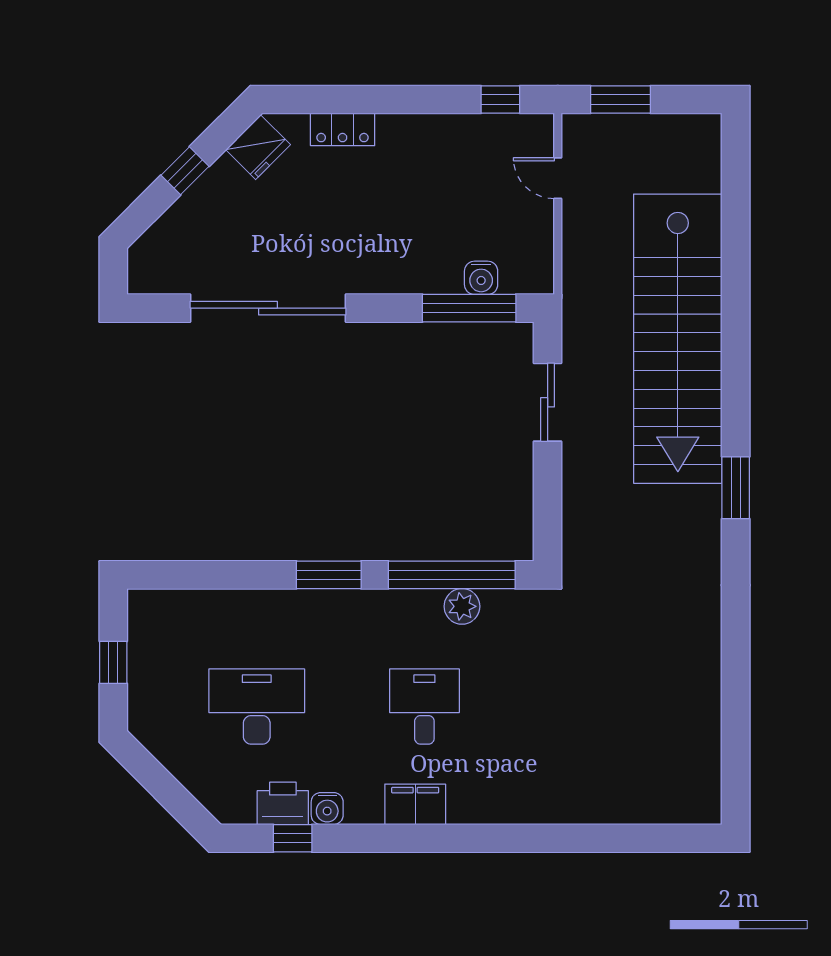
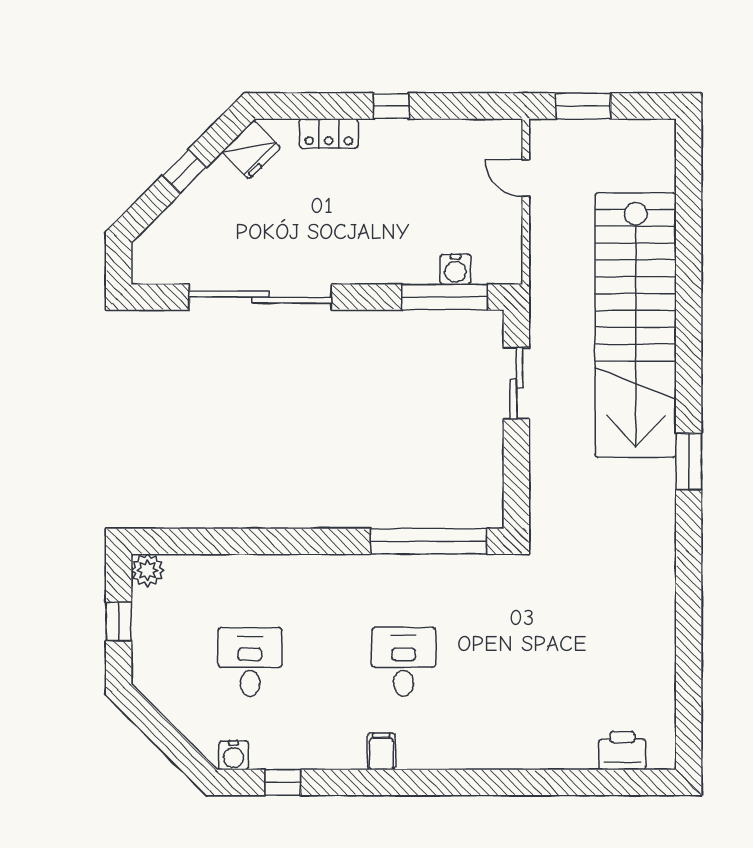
window: (500, 99) -> (391, 106), moved
window: (329, 575) -> (316, 541), removed
plant: (462, 606) -> (148, 570), moved
desk: (257, 707) -> (250, 662), width x0.73
printer: (283, 803) -> (622, 751), moved
filing cabinet: (415, 804) -> (381, 751), width x0.50
water cooler: (327, 809) -> (233, 755), moved

